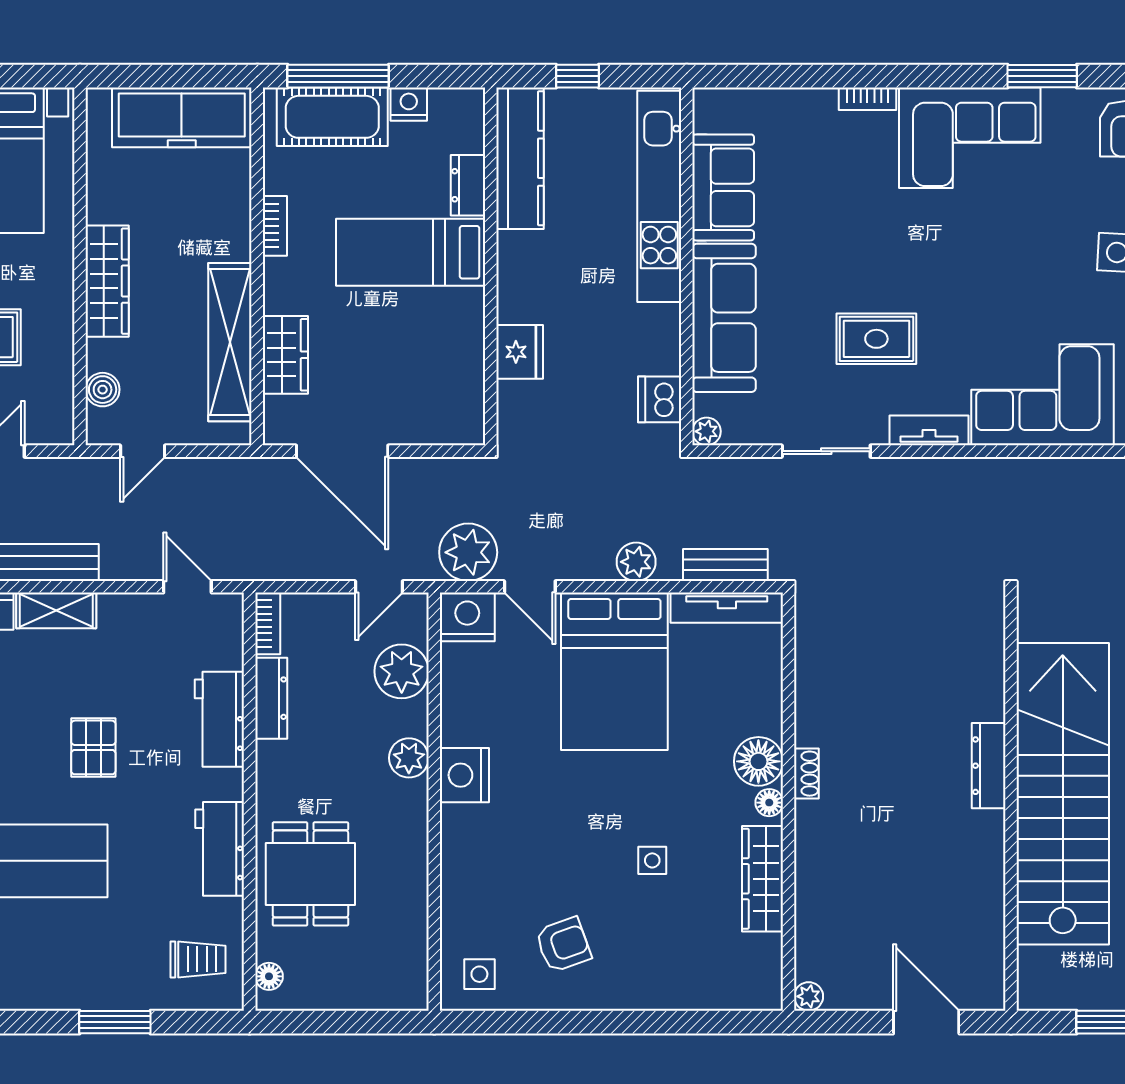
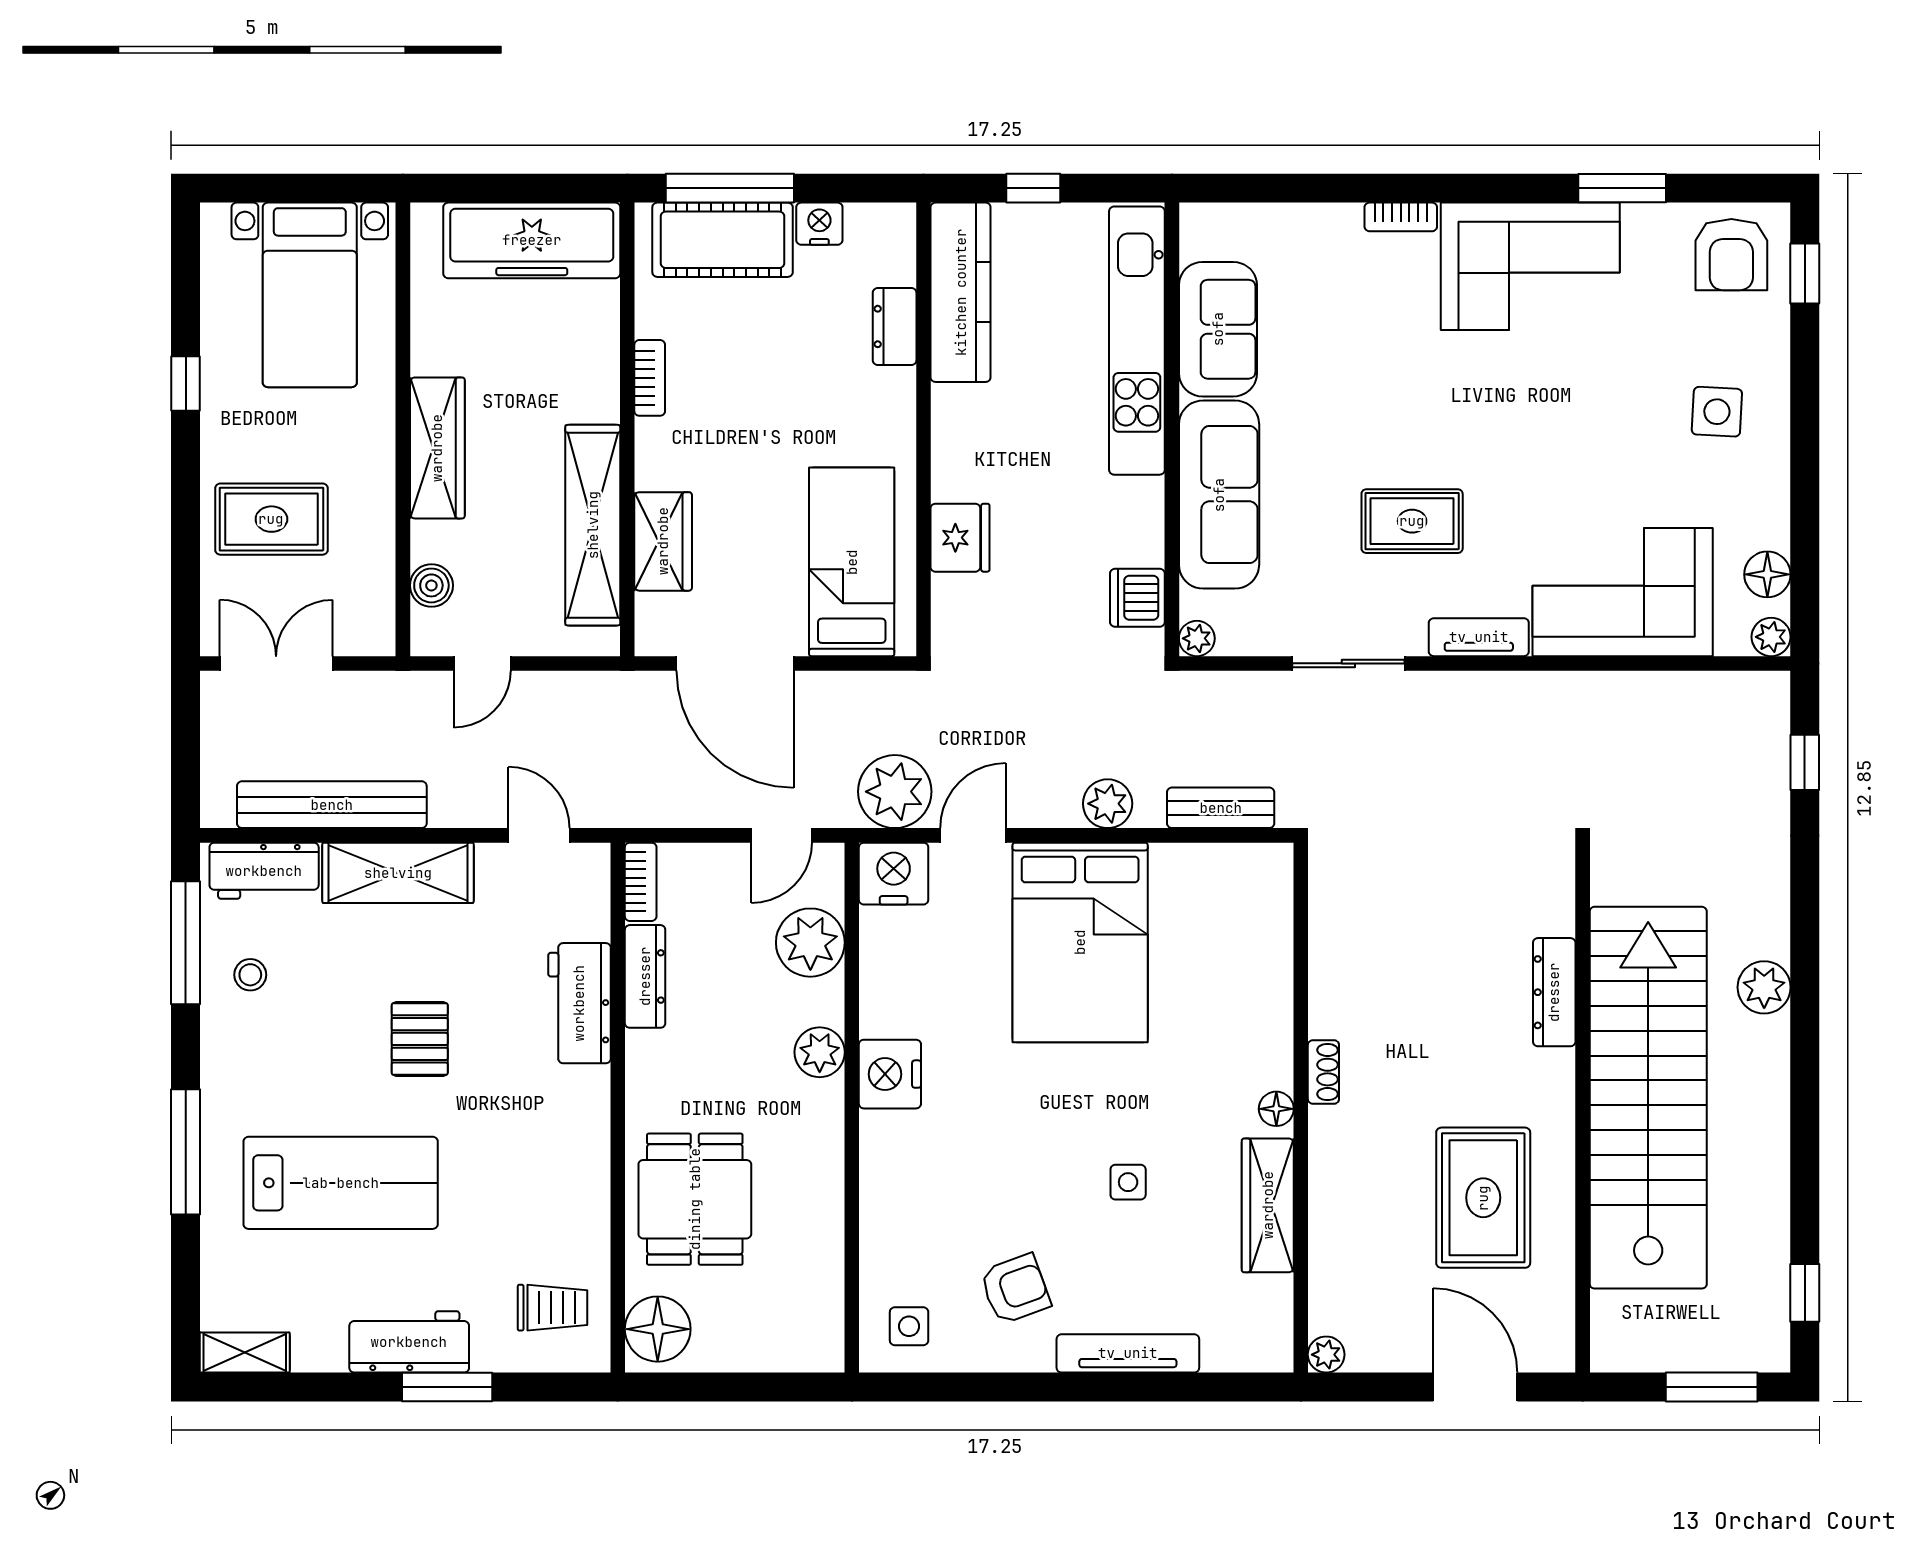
bed: (411, 252) -> (852, 562), moved, turned 90
door: (530, 587) -> (973, 835), swing flipped
tv unit: (727, 608) -> (1128, 1353), moved, turned 180
shelving: (56, 610) -> (398, 873), width x1.50, depth x1.33
floor lamp: (758, 761) -> (1263, 1057), removed
dresser: (989, 766) -> (1554, 992), moved
workbench: (220, 849) -> (409, 1342), moved, turned 90
rug: (933, 873) -> (1483, 1198), added
floor lamp: (269, 976) -> (658, 1329), width x1.89, depth x1.89

